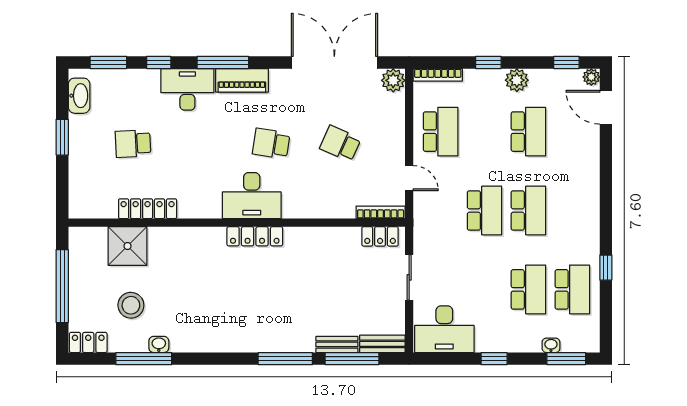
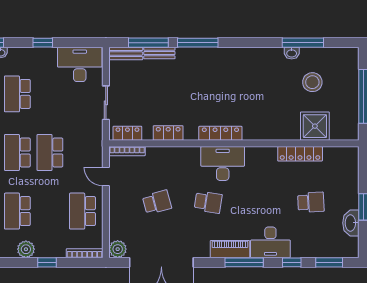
washbasin: (79, 96) -> (351, 223), moved
school desk: (340, 144) -> (157, 202), turned -39
locker: (88, 342) -> (168, 133), moved, turned 180

